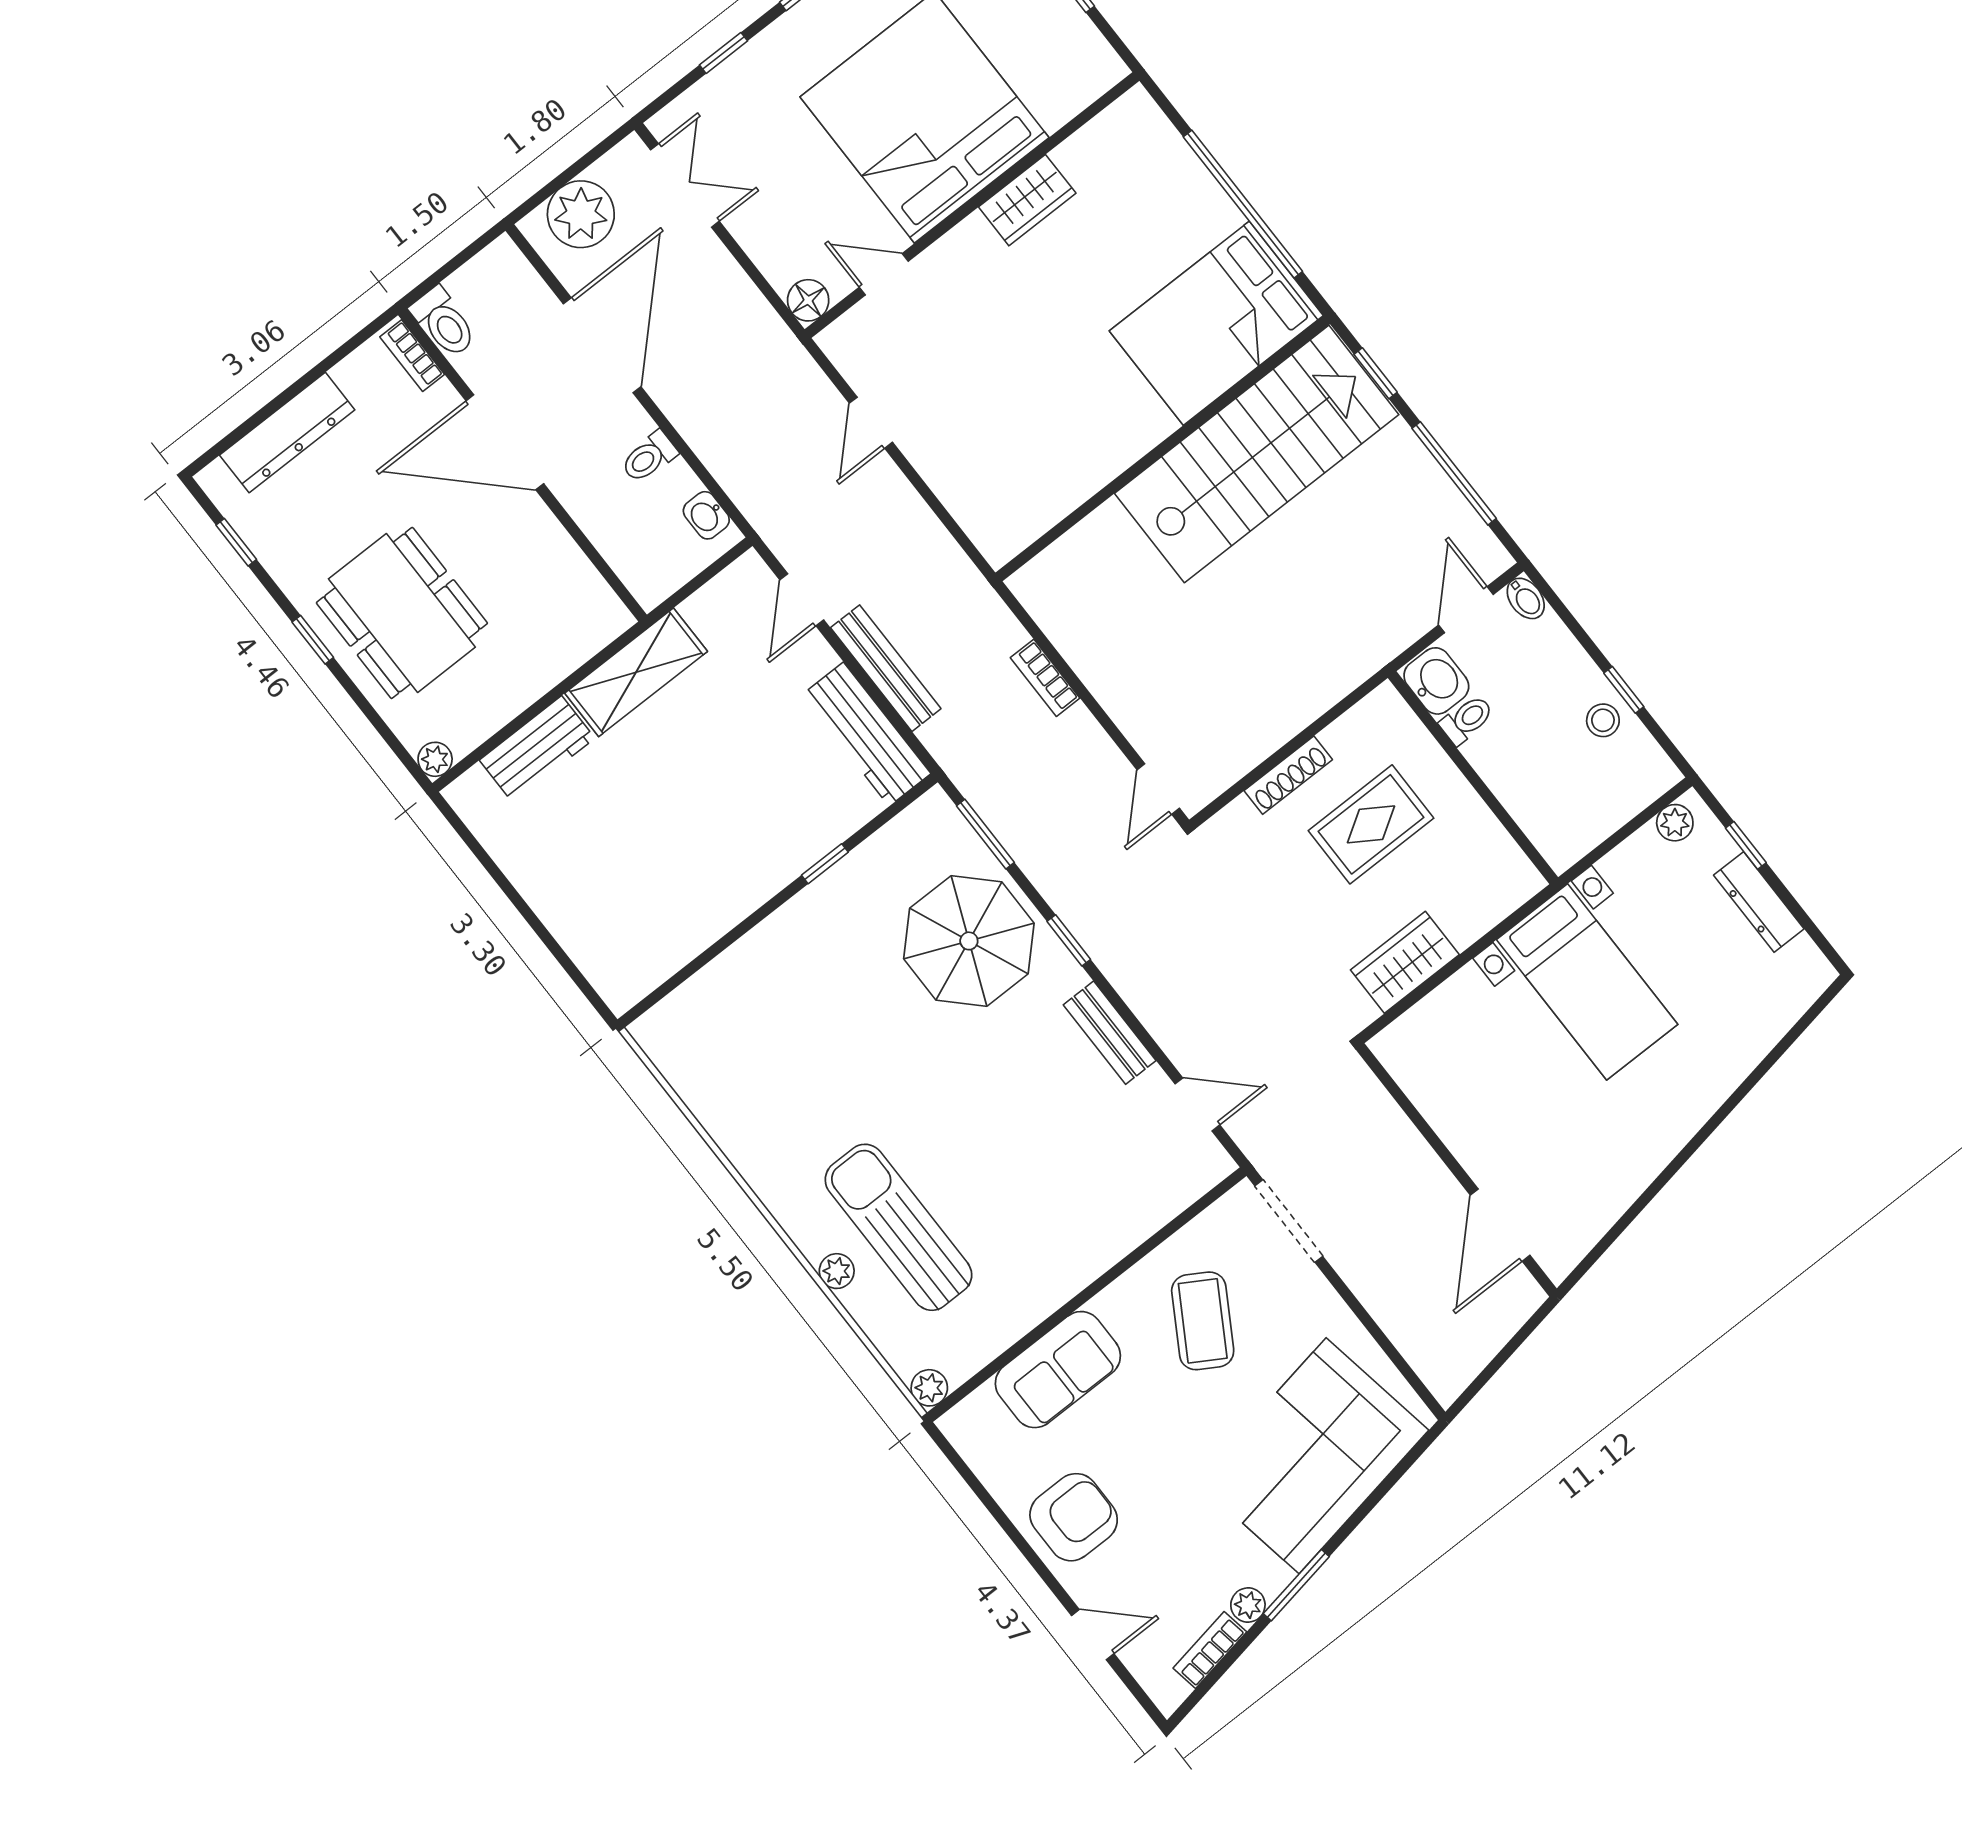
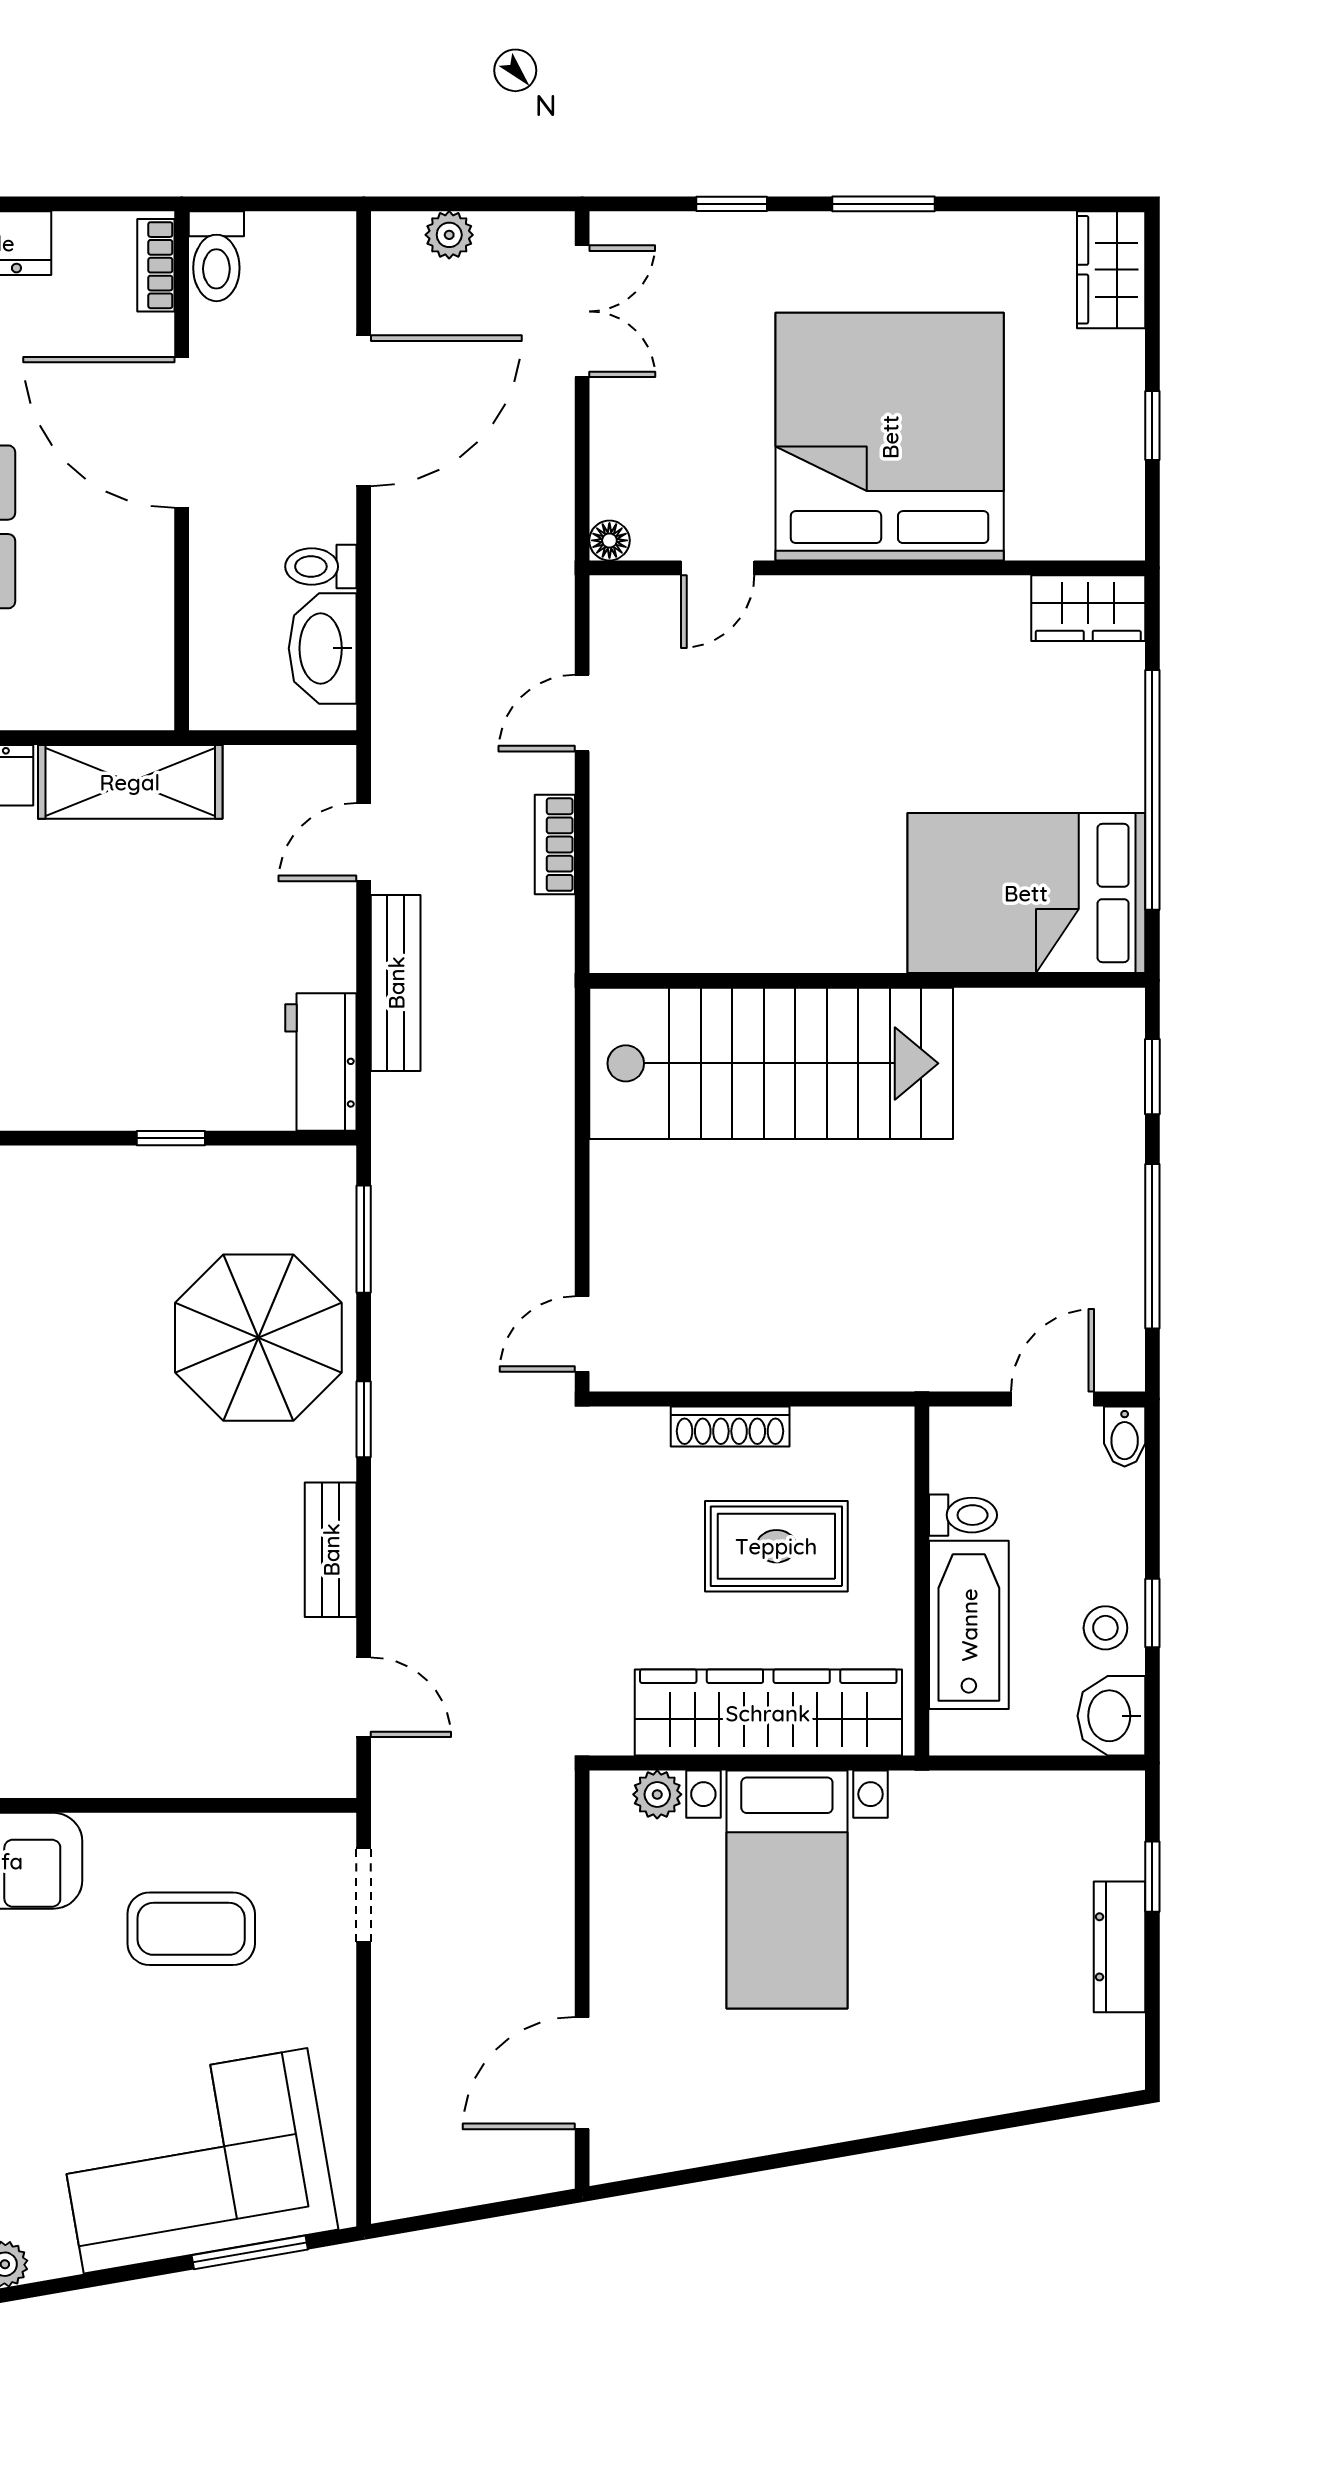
wardrobe: (1027, 200) -> (1088, 608), moved
plant: (581, 214) -> (449, 235), width x0.53, depth x0.53
door: (884, 274) -> (718, 568), swing flipped
floor lamp: (808, 300) -> (609, 540), width x0.73, depth x0.73
stairs: (1257, 454) -> (771, 1063), moved
washbasin: (706, 515) -> (323, 648), width x1.91, depth x1.45
bookcase: (1045, 678) -> (555, 845), moved
washbasin: (1436, 681) -> (1111, 1716), moved, turned 180
workbench: (866, 734) -> (321, 1062), width x0.73
bathtub: (1521, 782) -> (969, 1625), added
plant: (1675, 823) -> (657, 1794), moved
wardrobe: (1405, 962) -> (768, 1713), width x2.10, depth x1.17
bed with nightstands: (1587, 982) -> (787, 1889), moved
doorway: (1289, 1221) -> (364, 1895), width x0.73
coffee table: (1203, 1321) -> (191, 1929), turned 59
window: (1296, 1585) -> (250, 2252), moved

